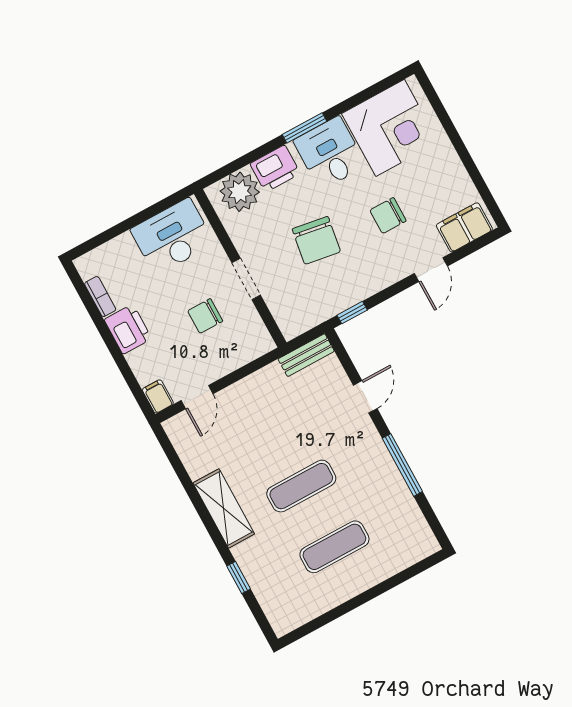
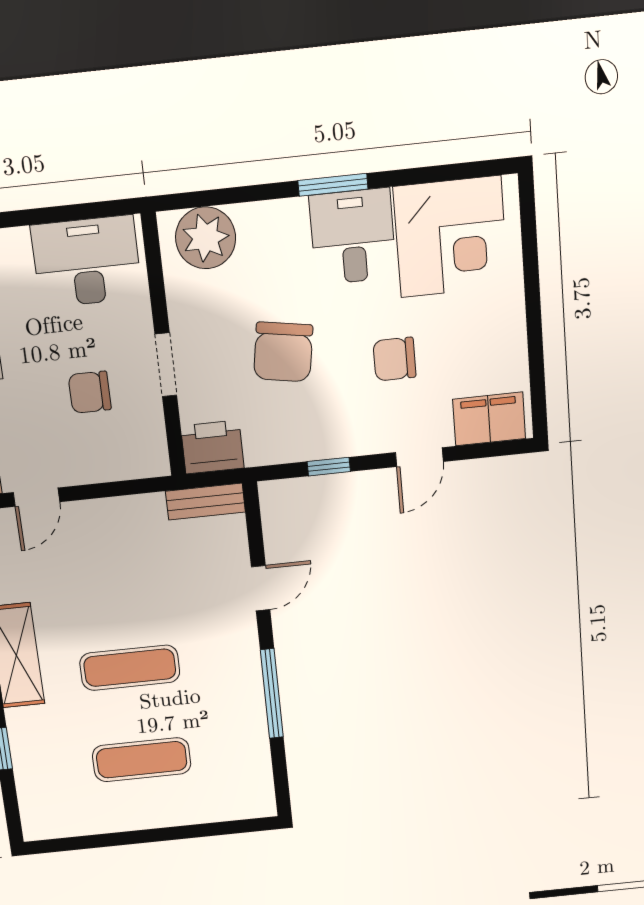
printer: (275, 169) -> (212, 447), moved, turned 180
window: (352, 313) -> (329, 467), moved

